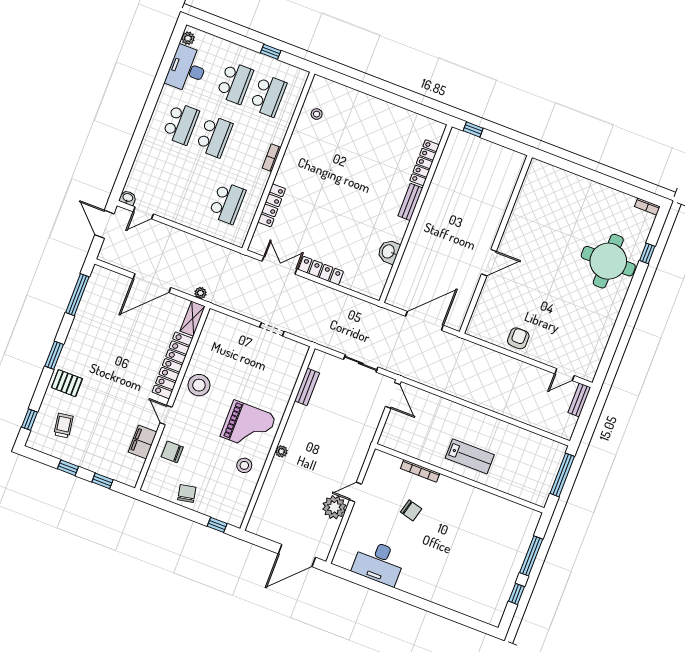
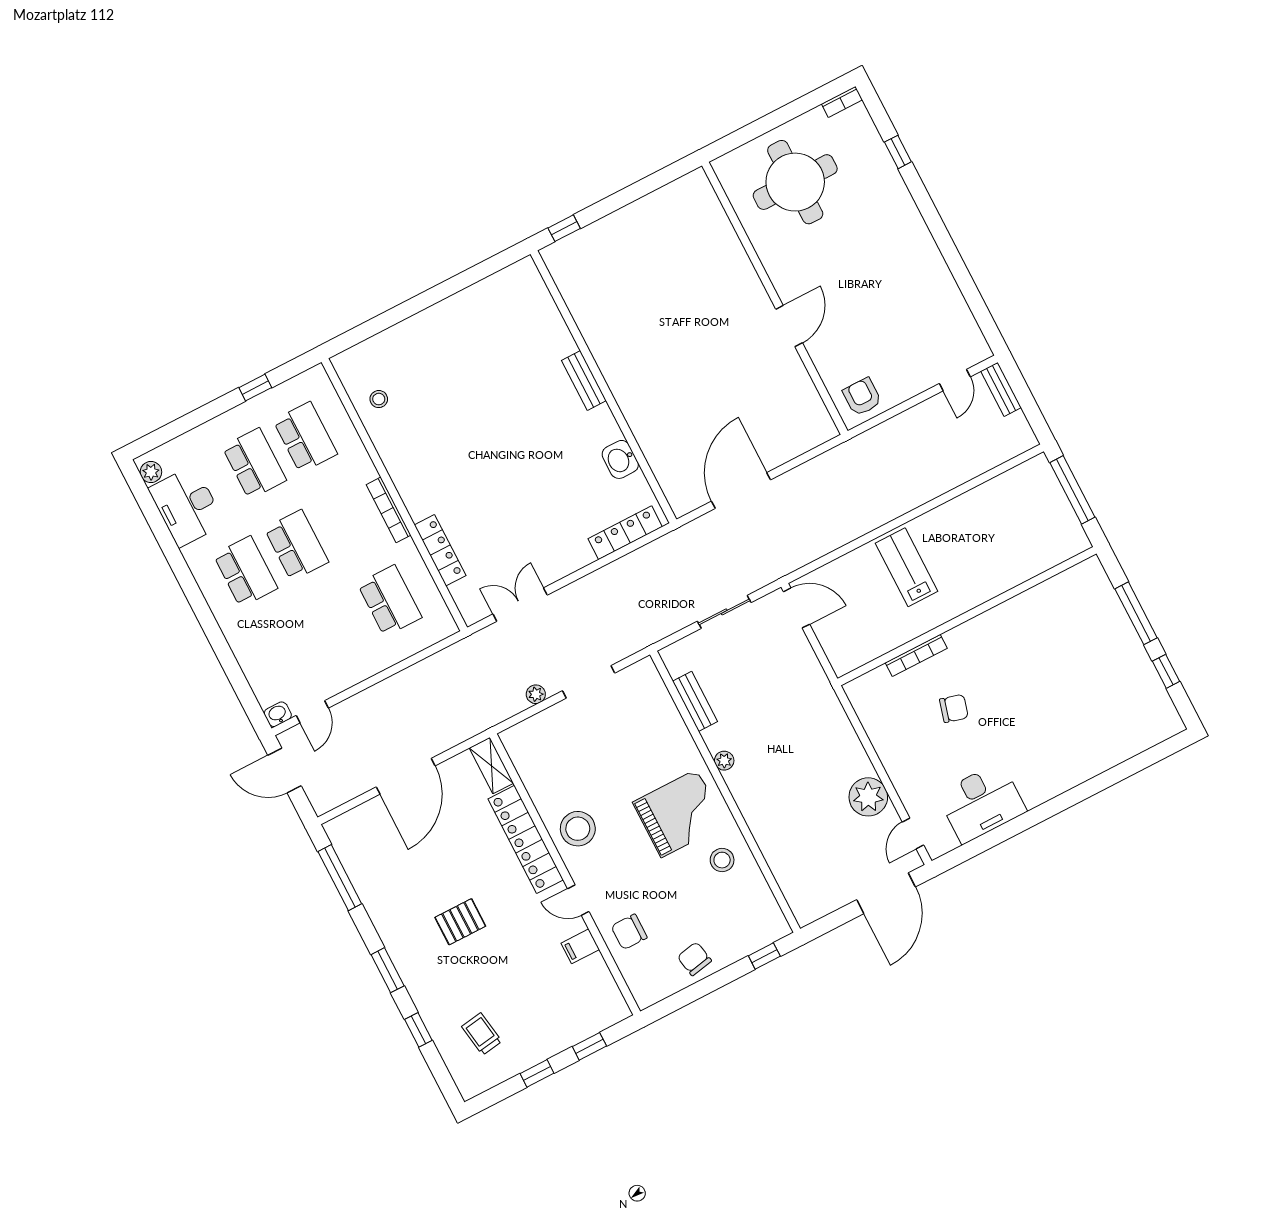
bookcase: (272, 158) -> (389, 510), width x1.56
locker: (425, 163) -> (552, 322), removed
wall: (496, 244) -> (775, 298), moved
round table: (608, 261) -> (795, 182), moved
door: (489, 263) -> (789, 326), moved
locker: (321, 271) -> (625, 533), moved
plant: (201, 293) -> (536, 694), moved
doorway: (272, 329) -> (589, 682), width x1.38
pallet: (67, 383) -> (460, 922), moved
window: (29, 420) -> (418, 1030), moved
filing cabinet: (143, 442) -> (580, 946), width x0.50
plant: (281, 451) -> (724, 761), moved
lab bench: (470, 456) -> (907, 567), moved, turned -90
door: (356, 492) -> (913, 833), moved

